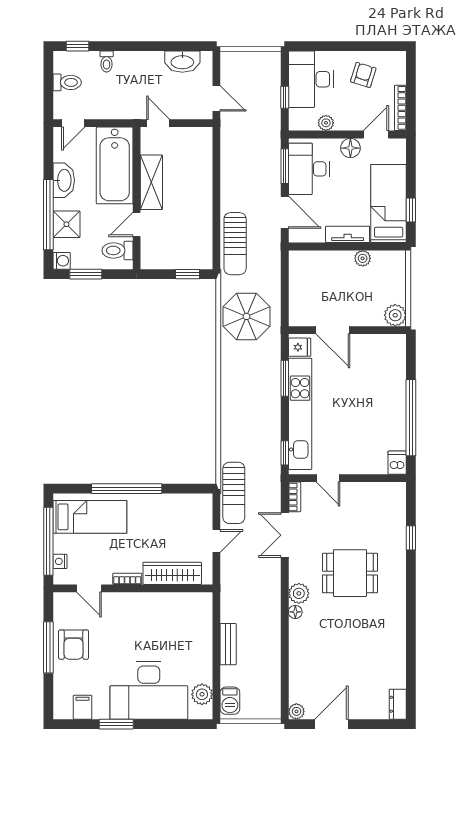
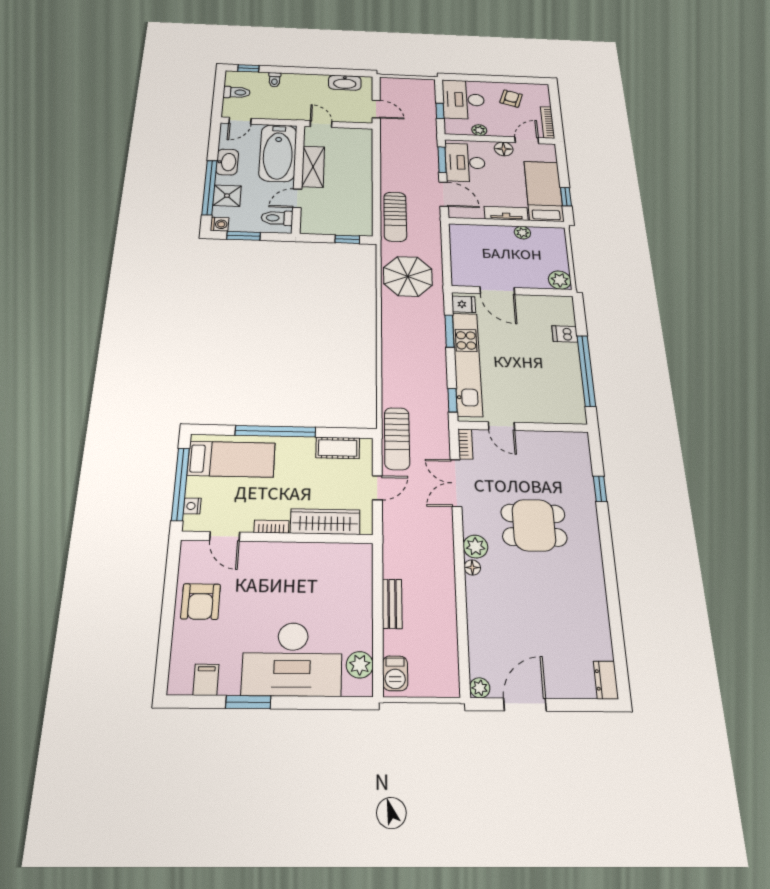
dishwasher: (397, 463) -> (565, 334), moved, turned -90
cot: (182, 504) -> (338, 448), added
window: (48, 647) -> (169, 604), removed

